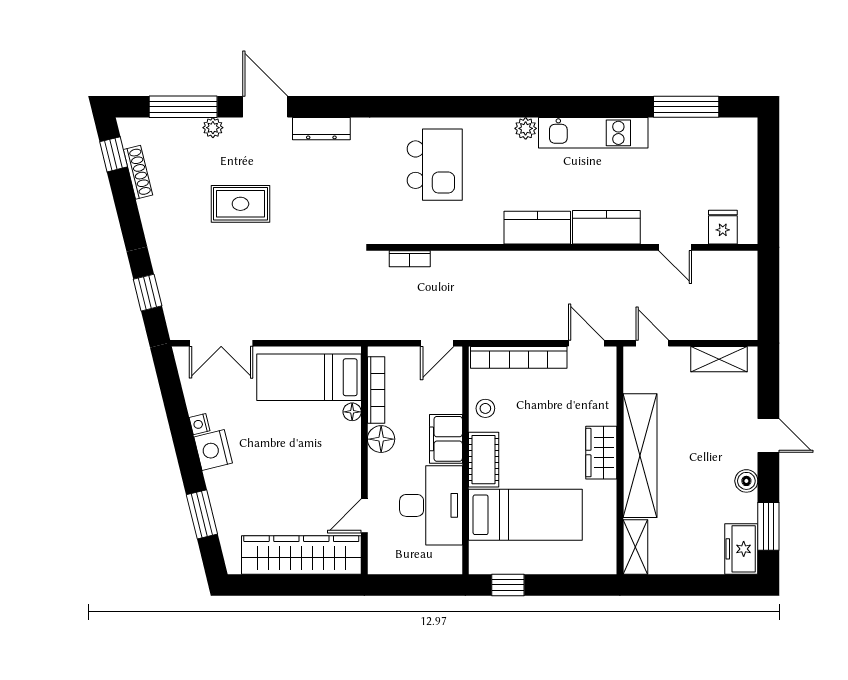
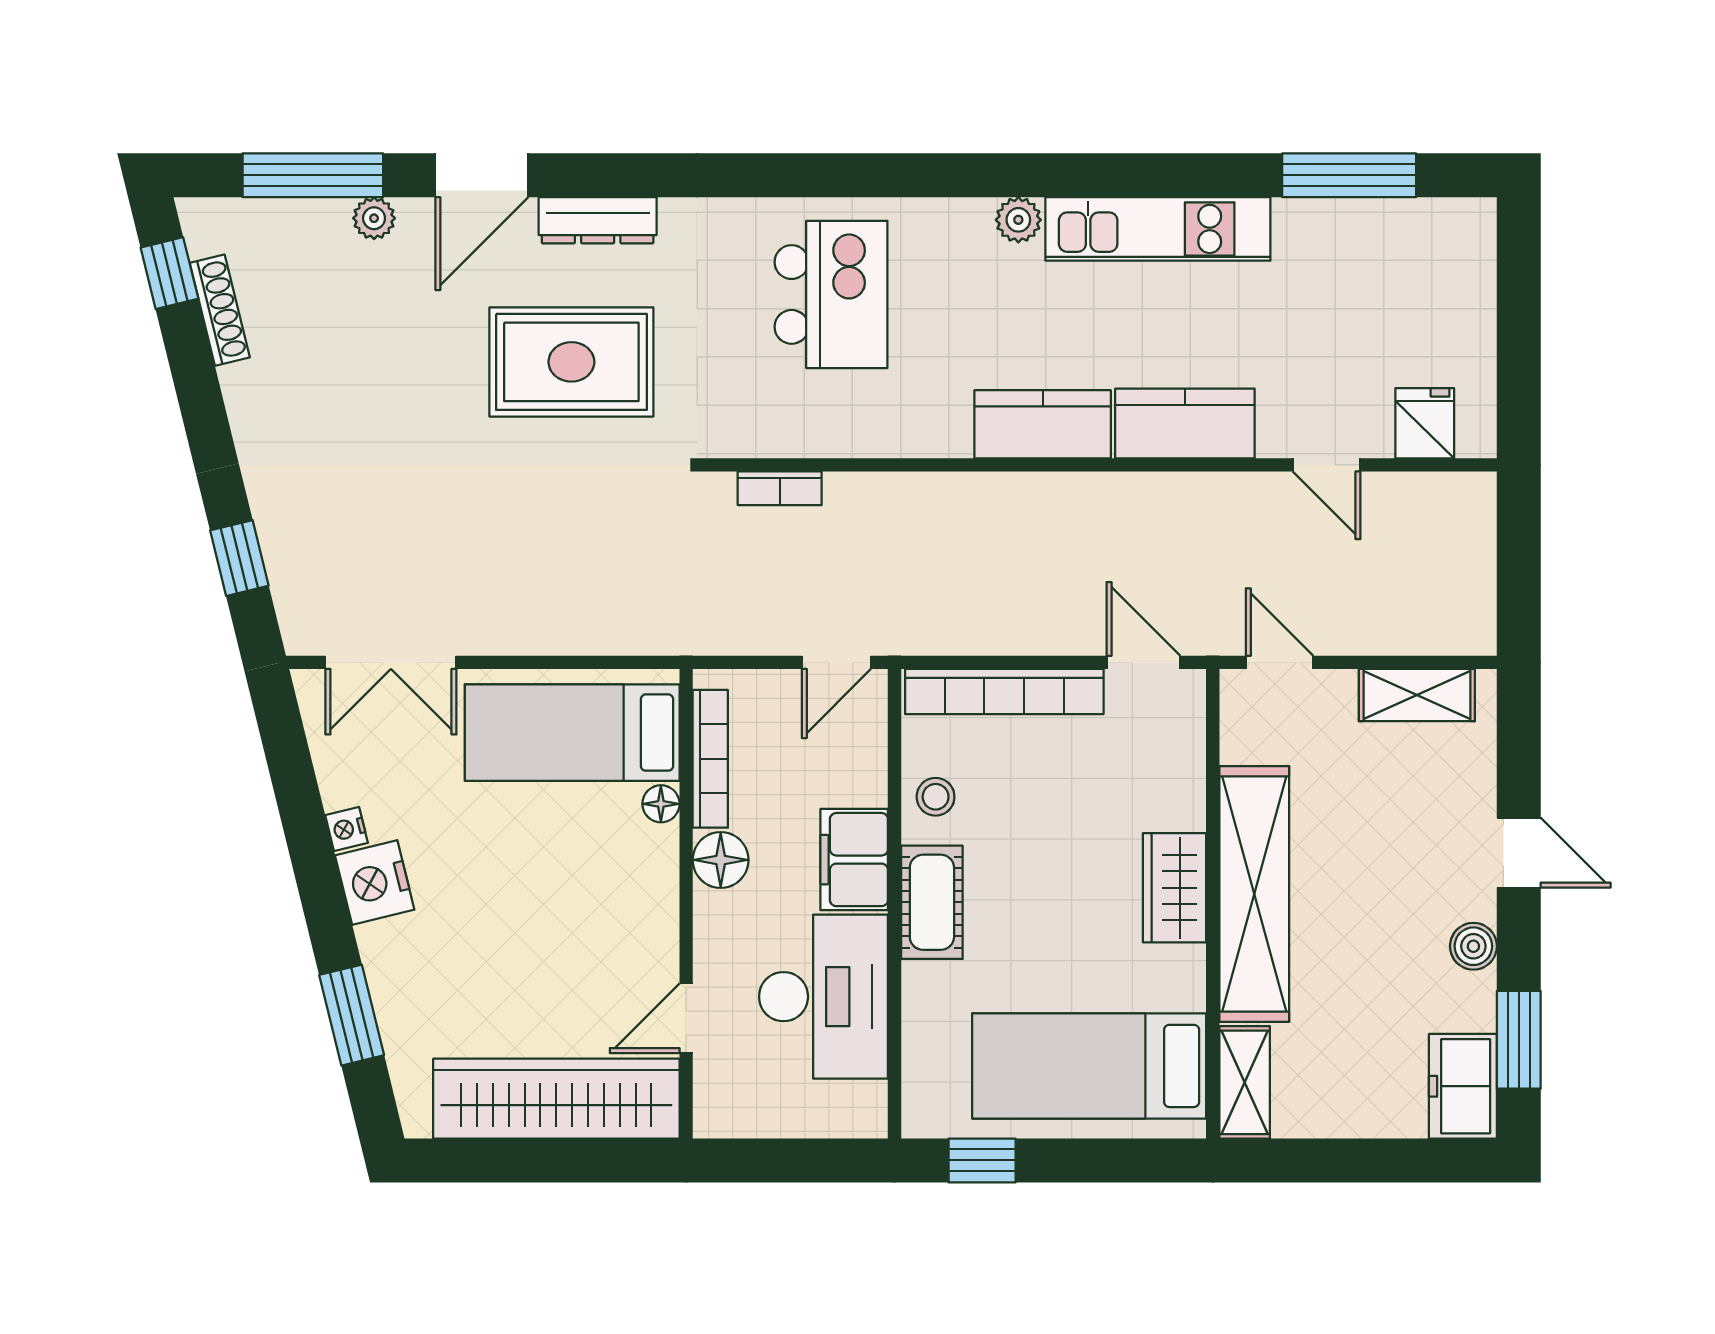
door: (265, 107) -> (482, 175), swing flipped
rug: (240, 204) -> (571, 362), moved, width x1.36, depth x1.43
bed: (525, 515) -> (1089, 1066), moved, turned 180

